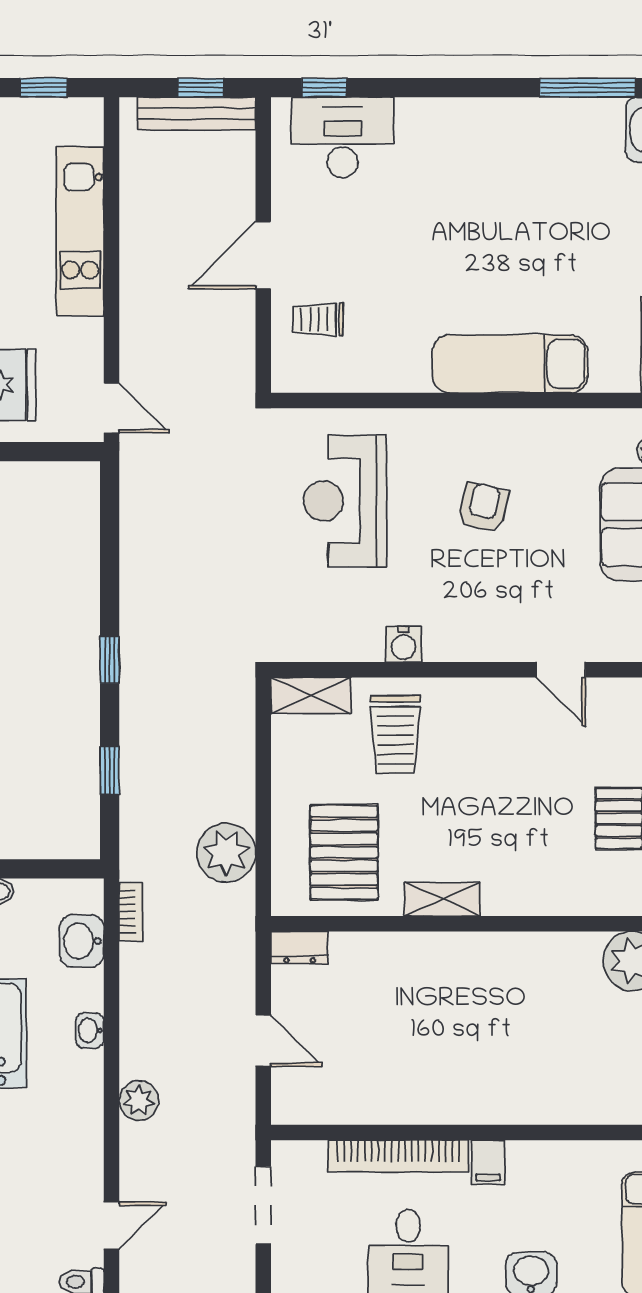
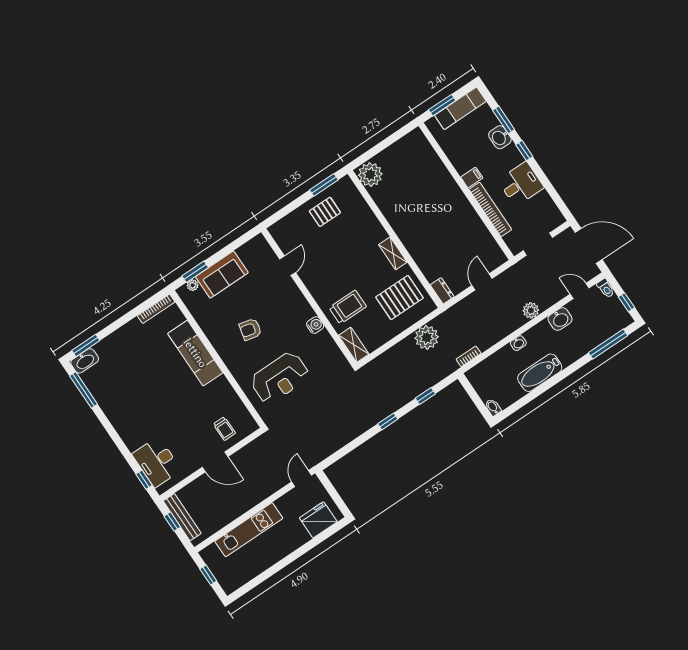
washbasin: (82, 941) -> (560, 319), moved

